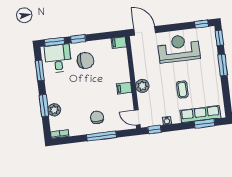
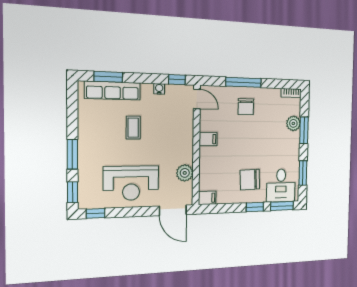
plant: (142, 86) -> (185, 173), moved

